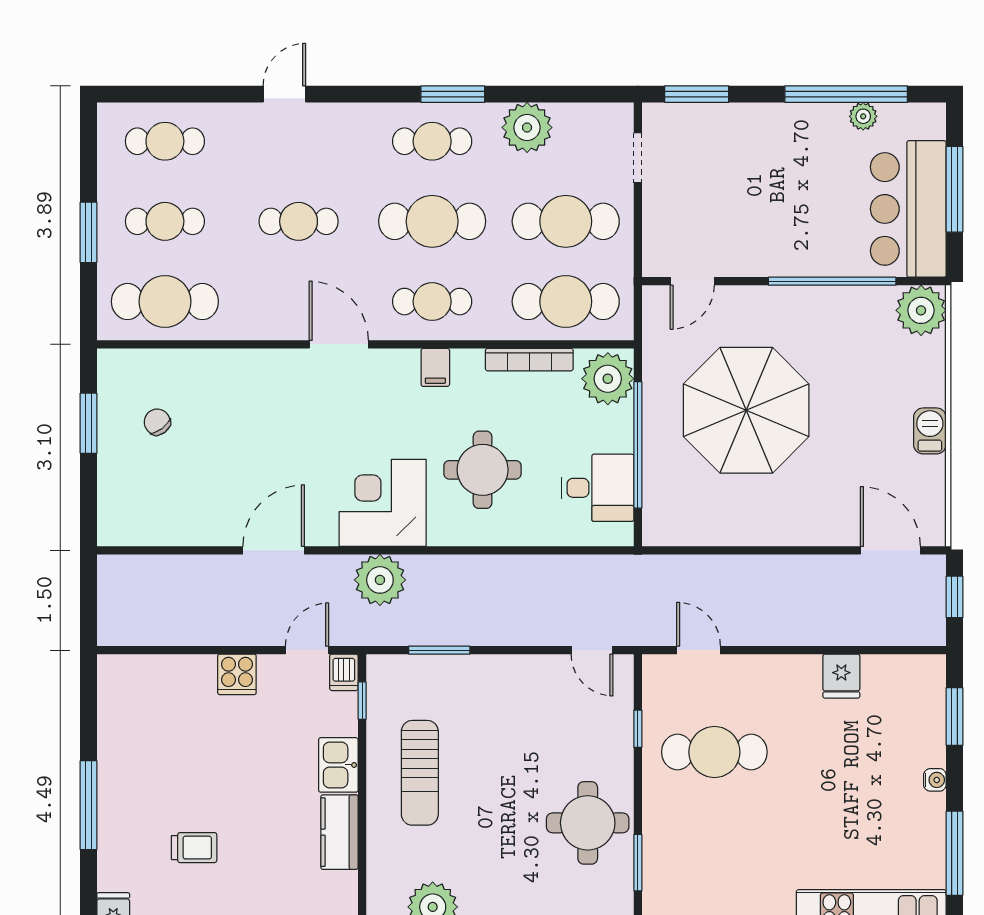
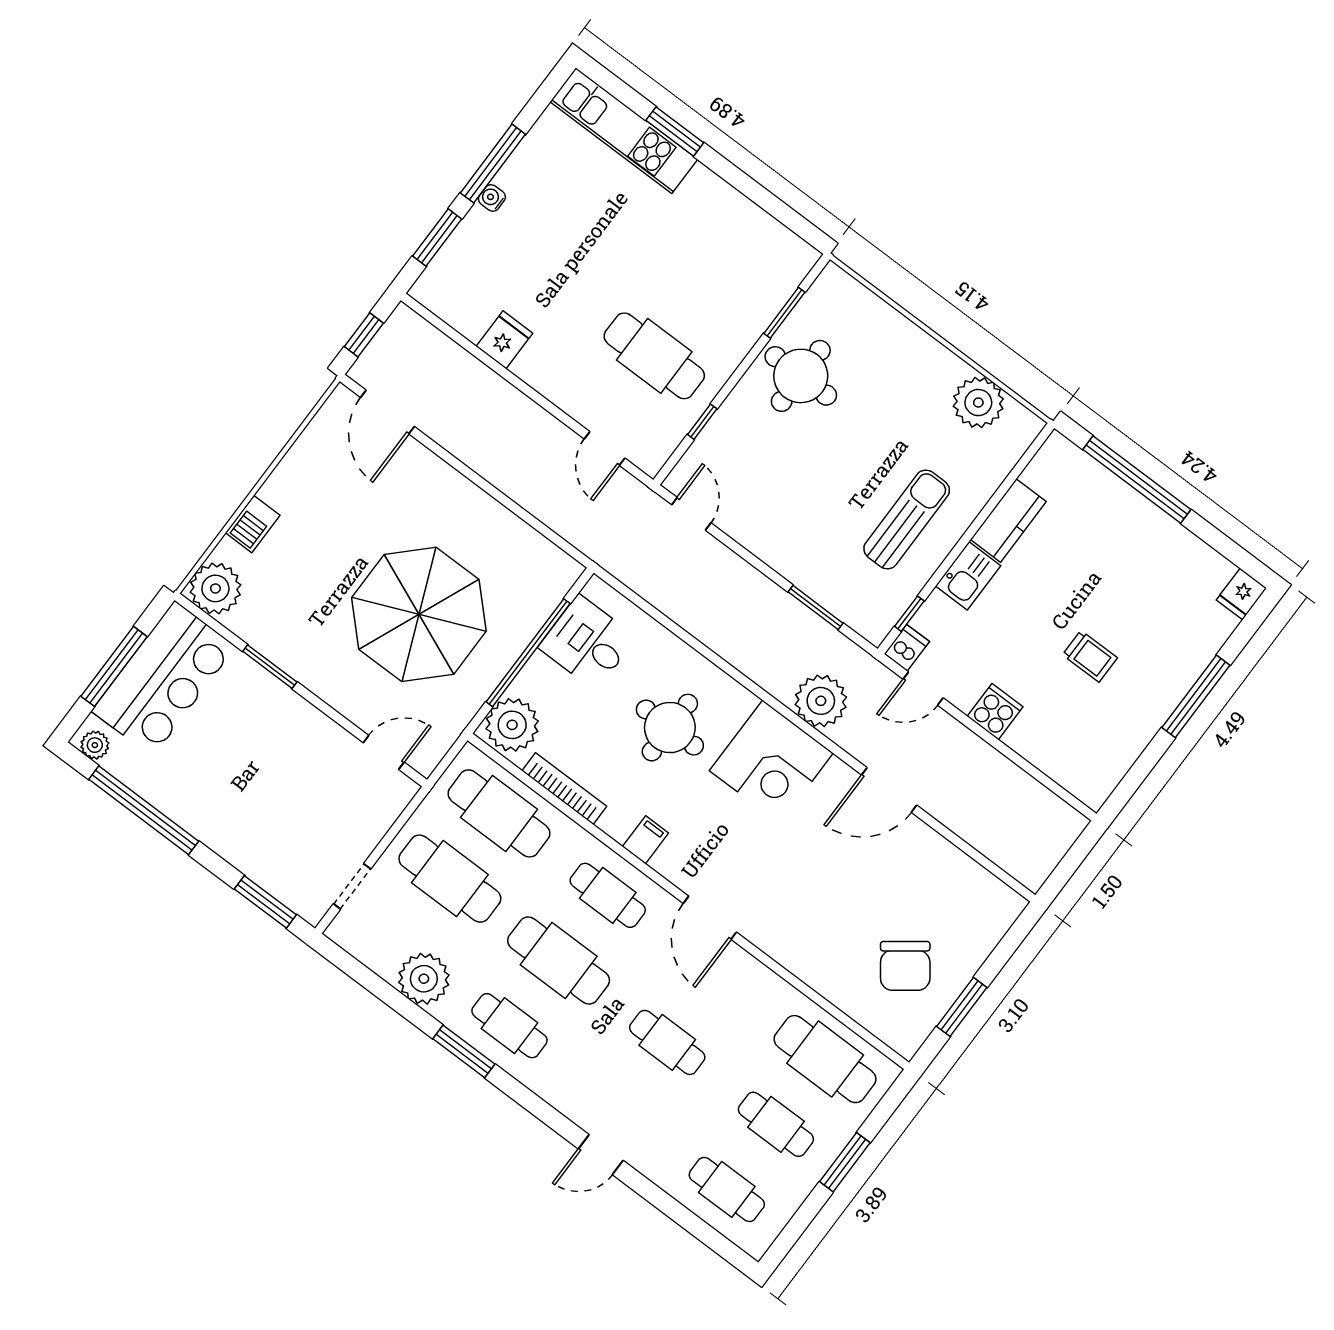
plant: (863, 116) -> (95, 745), moved
window: (832, 281) -> (270, 667), width x0.47
chair: (157, 422) -> (905, 966), width x1.87, depth x1.87
barbecue: (930, 431) -> (253, 524), moved
trolley: (194, 848) -> (1090, 656), moved, turned 180
window: (955, 853) -> (493, 164), moved

